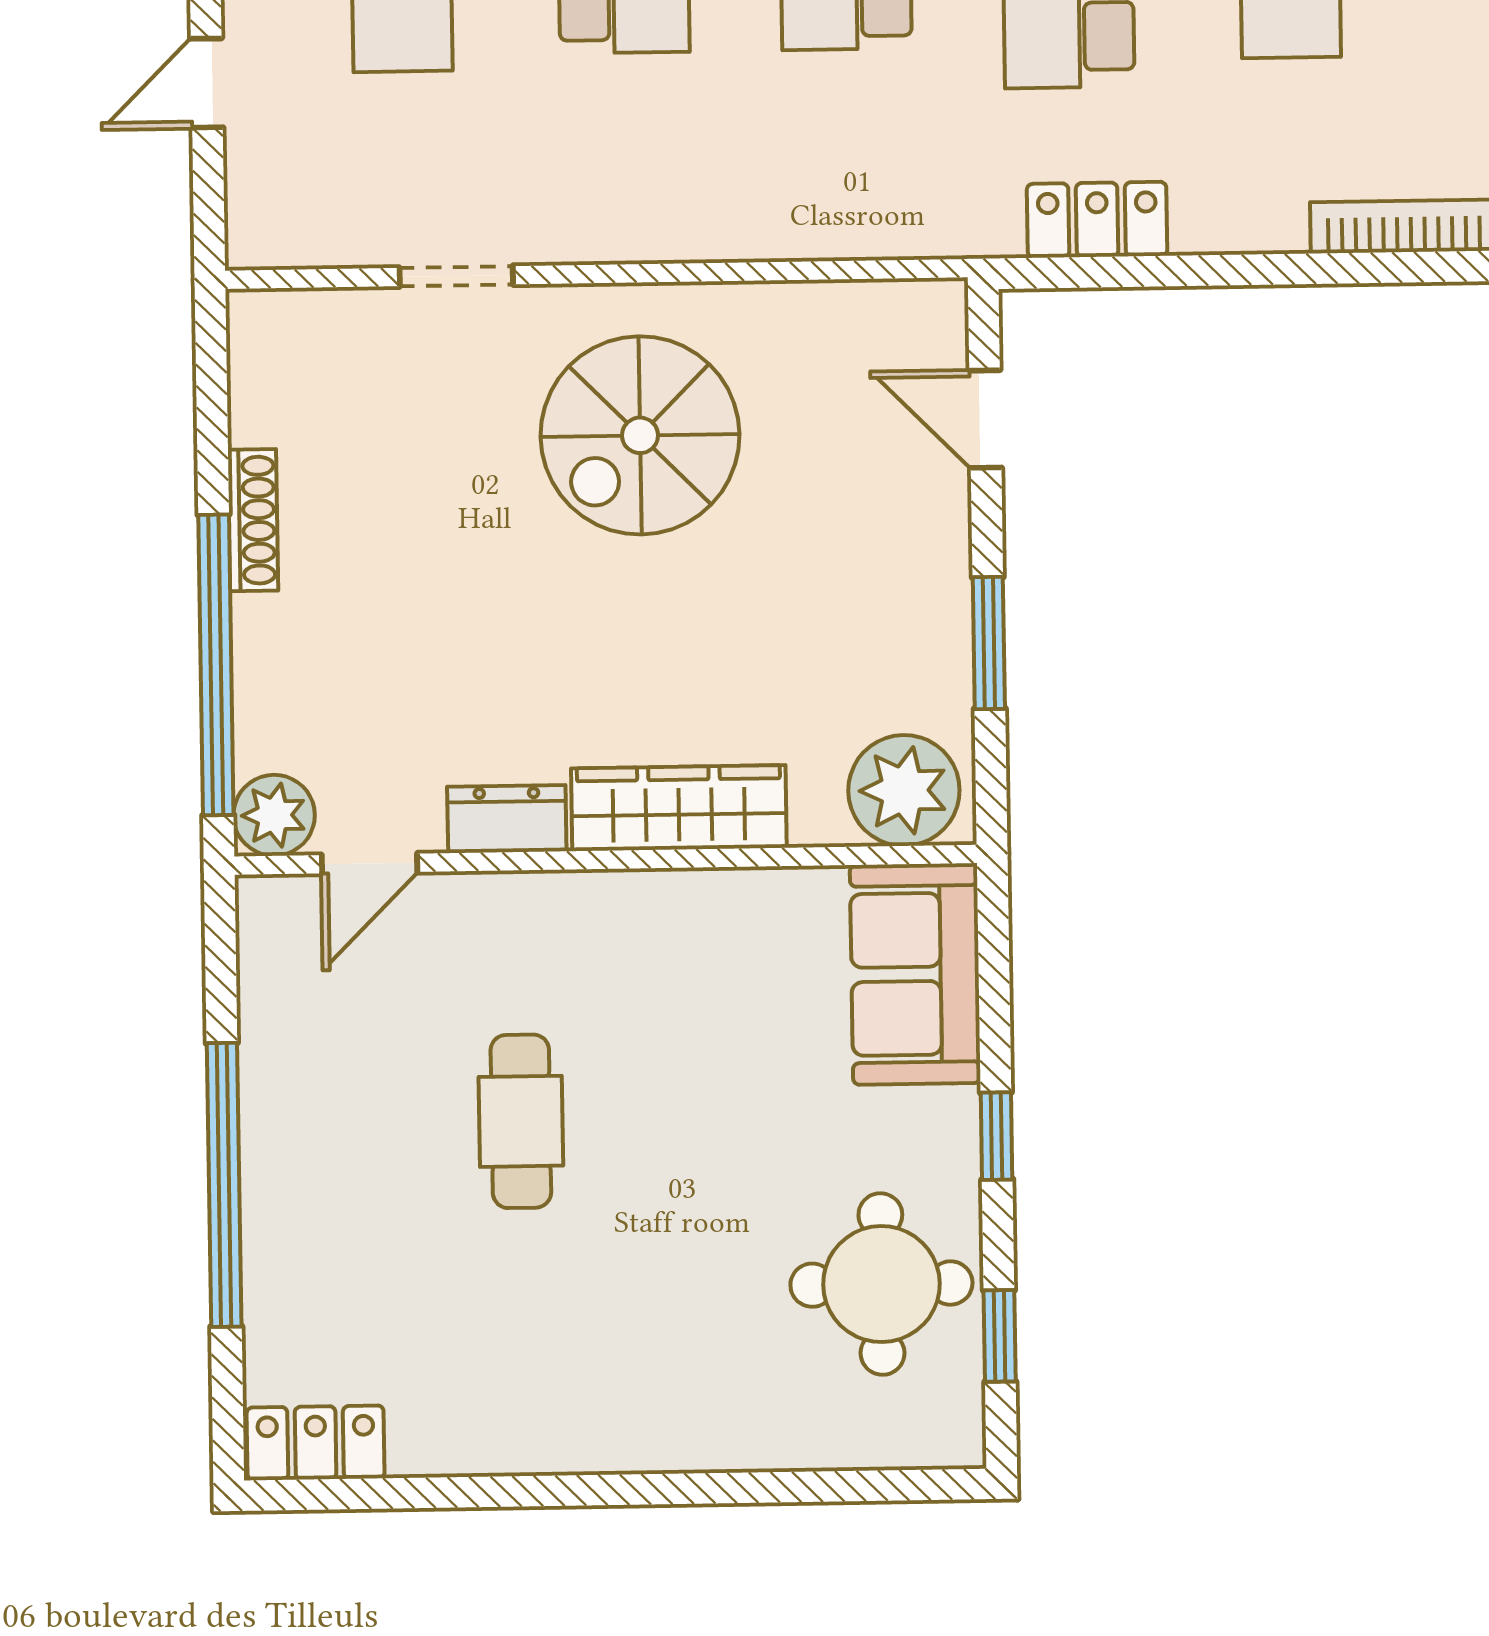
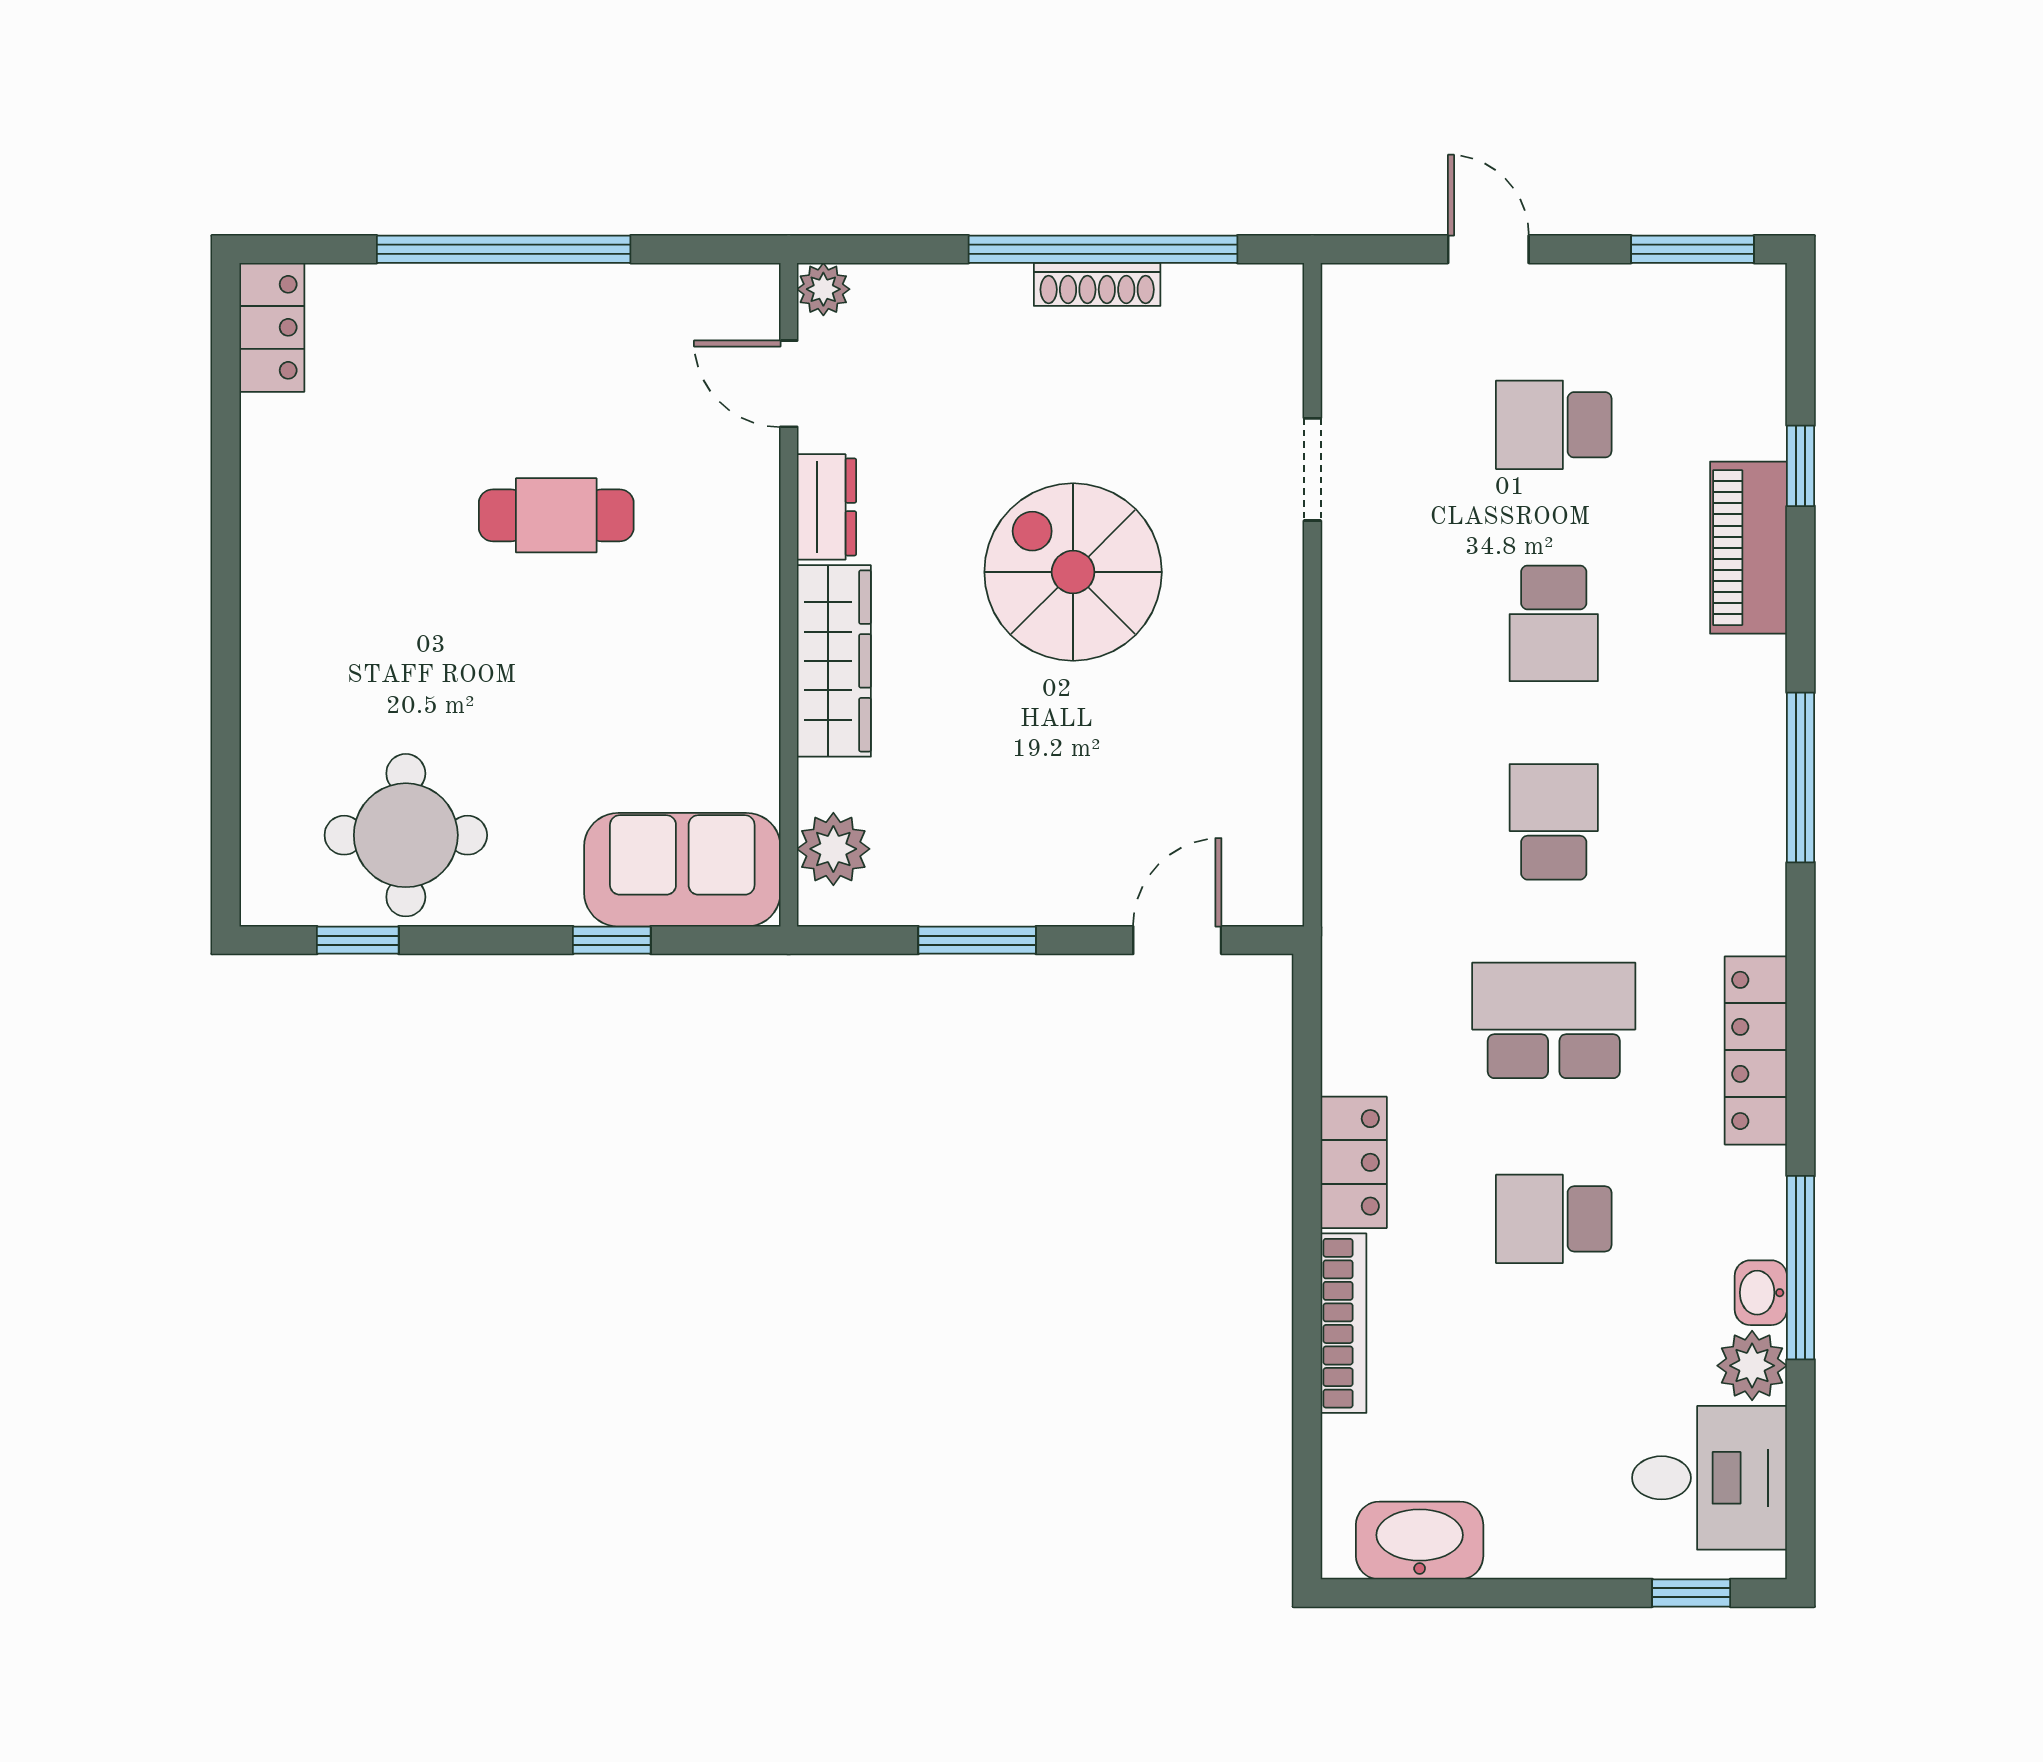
locker: (1097, 220) -> (1354, 1162), moved
spiral stairs: (640, 435) -> (1073, 572), moved
window: (216, 665) -> (1103, 249), moved
plant: (904, 790) -> (833, 849), width x0.73, depth x0.73
plant: (274, 815) -> (823, 289), width x0.73, depth x0.73
window: (997, 1136) -> (612, 940), moved

